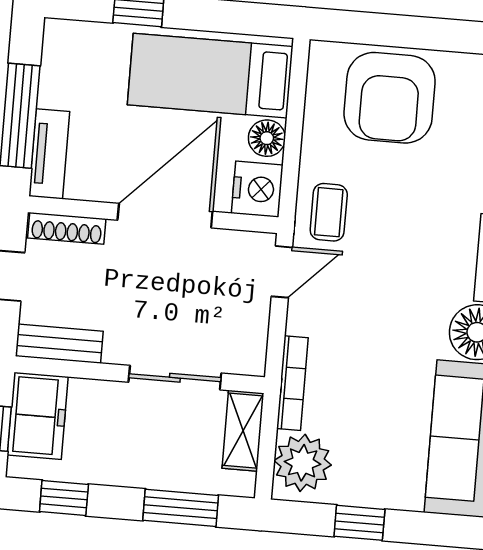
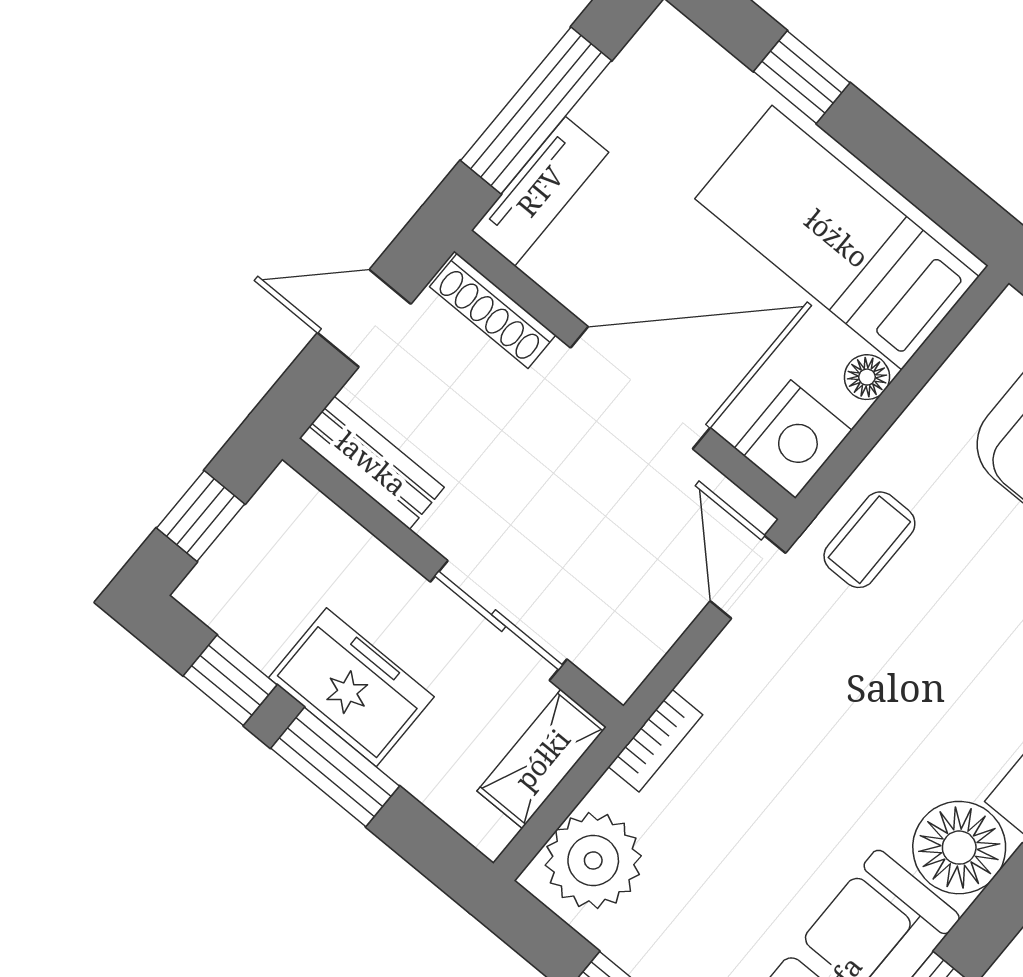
floor lamp: (267, 138) -> (867, 377), width x0.73, depth x0.73
door: (282, 272) -> (748, 577), swing flipped
bookcase: (292, 383) -> (656, 741), width x0.64
freezer: (38, 416) -> (351, 687), moved, turned -90
window: (181, 508) -> (335, 767), moved

